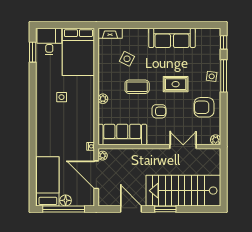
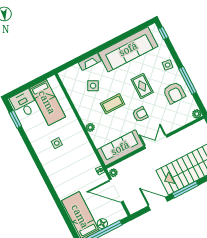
fireplace: (110, 33) -> (90, 62), moved
sofa: (172, 38) -> (128, 49), width x1.36, depth x1.27
bed: (78, 52) -> (47, 102), width x0.67
window: (224, 76) -> (188, 80), moved
rug: (176, 84) -> (142, 86), turned 90
armchair: (204, 107) -> (174, 93), turned -90
double door: (183, 147) -> (156, 142), moved
window: (165, 209) -> (185, 189), width x1.44

